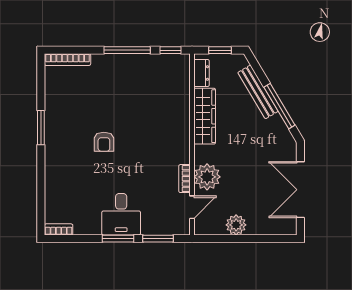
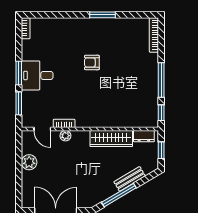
bench: (258, 92) -> (130, 179), width x0.73
plant: (207, 177) -> (65, 136), width x0.53, depth x0.53

